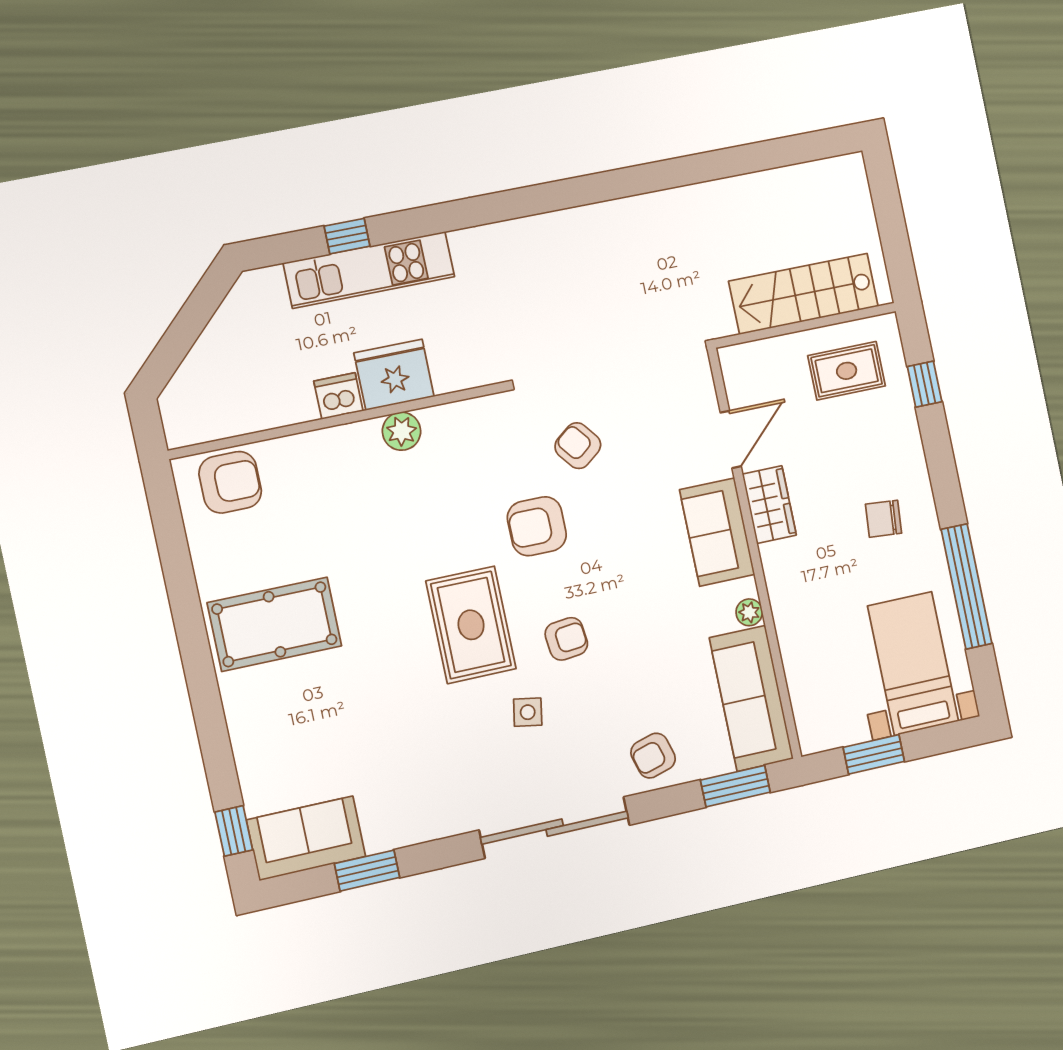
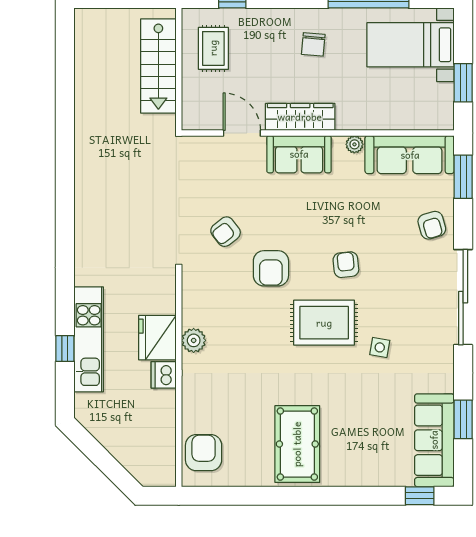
wardrobe: (769, 505) -> (300, 117), width x1.50
side table: (528, 712) -> (380, 347), moved
sofa: (306, 838) -> (434, 440), width x1.36

